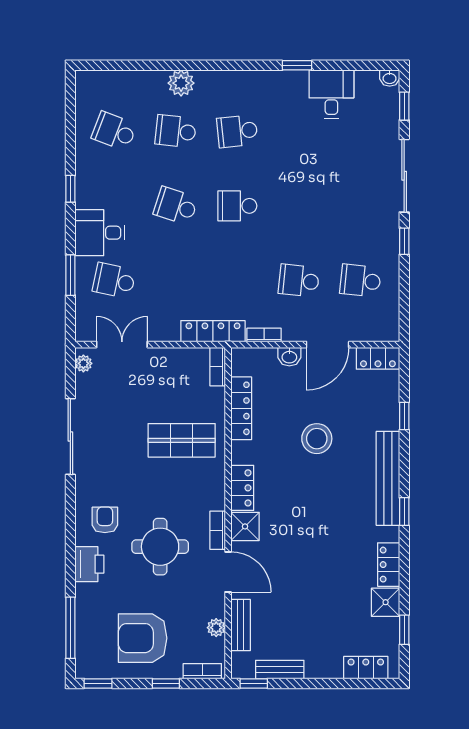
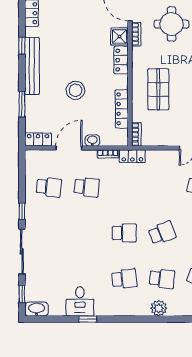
washbasin: (390, 78) -> (37, 309), width x1.91, depth x1.45
desk: (331, 94) -> (80, 301), moved
school desk: (176, 206) -> (162, 233), turned -39
locker: (213, 331) -> (132, 156), width x0.66
window: (404, 416) -> (22, 104), width x1.50
shop shelf: (182, 440) -> (158, 89), turned 90

